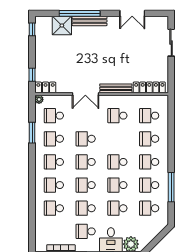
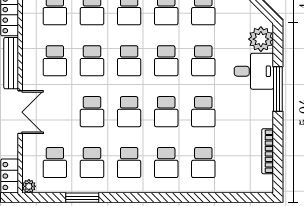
school desk: (86, 231) -> (92, 61), moved

